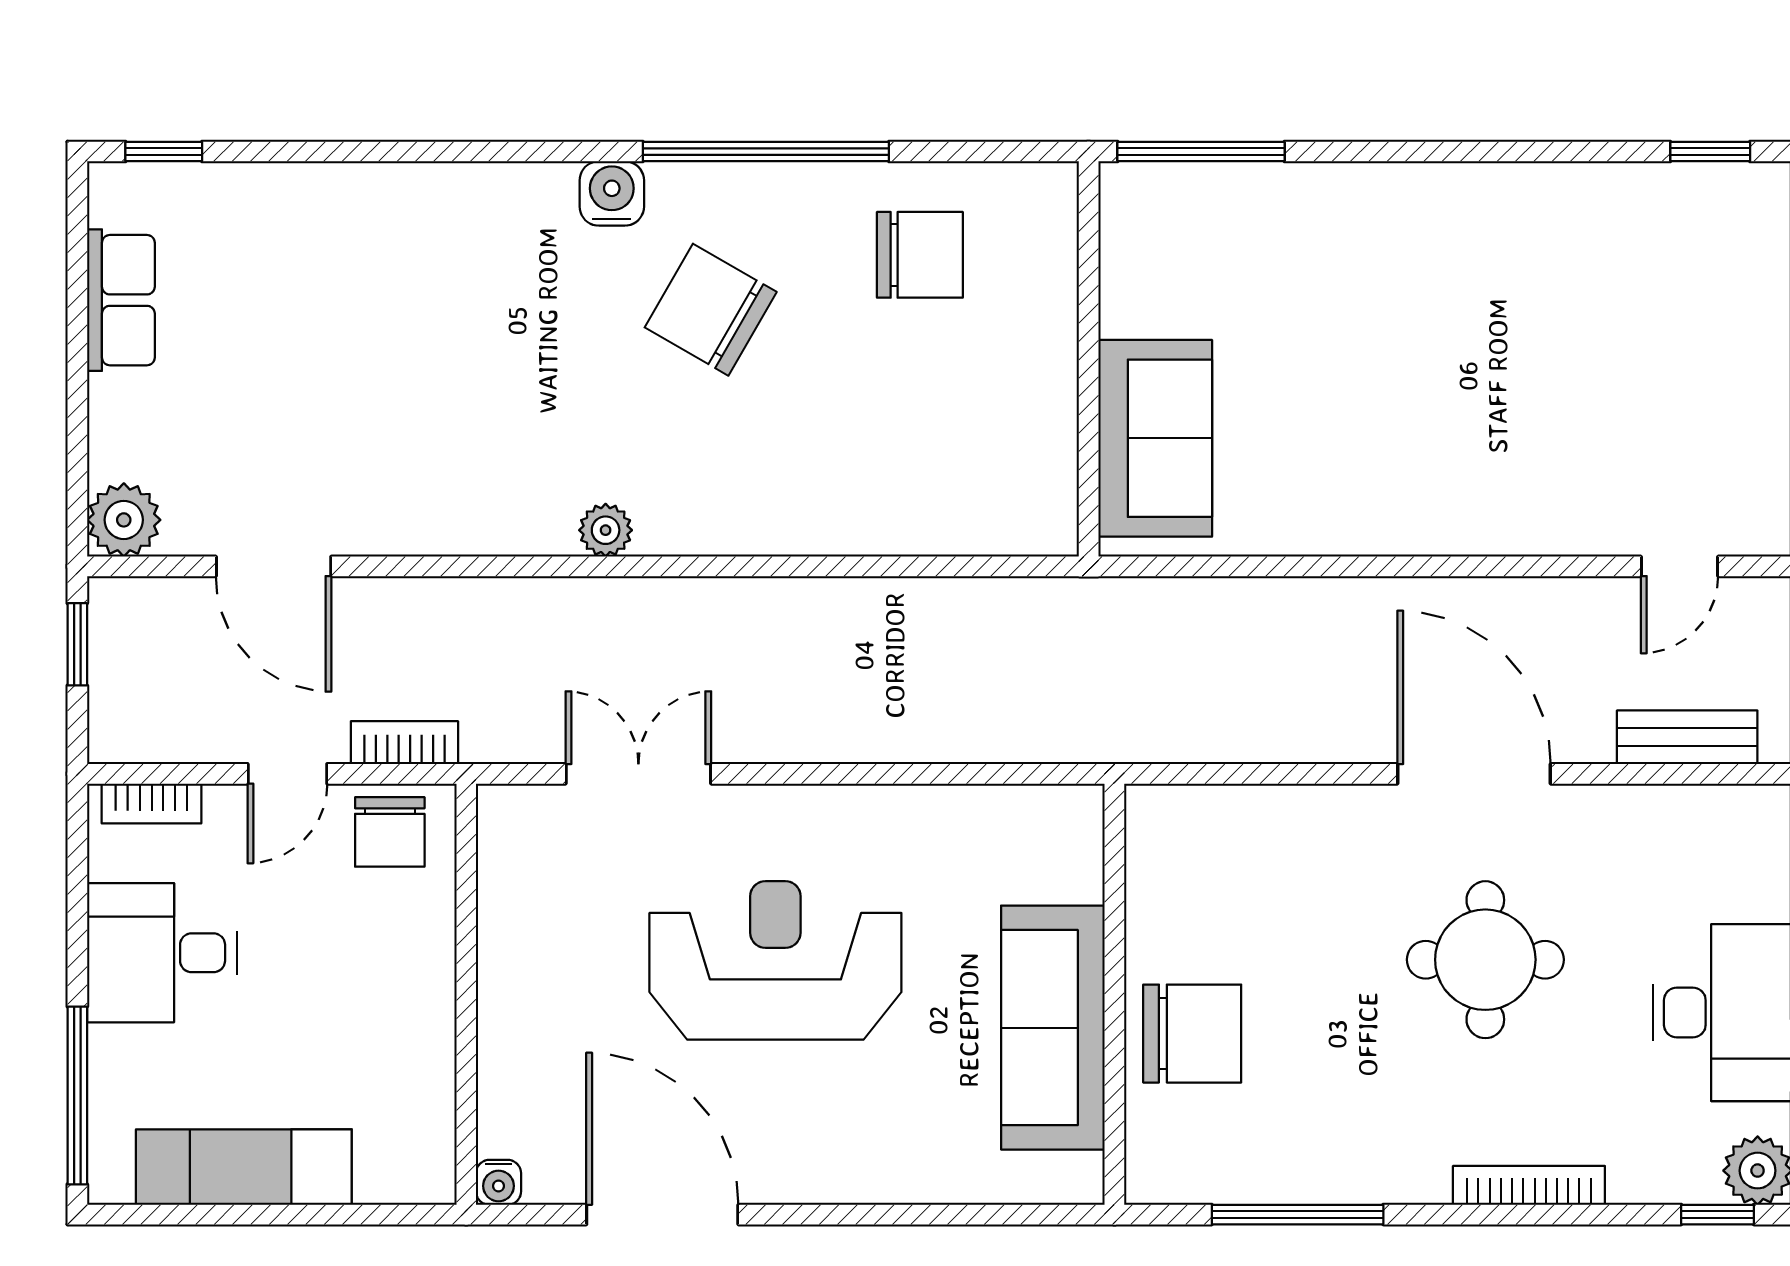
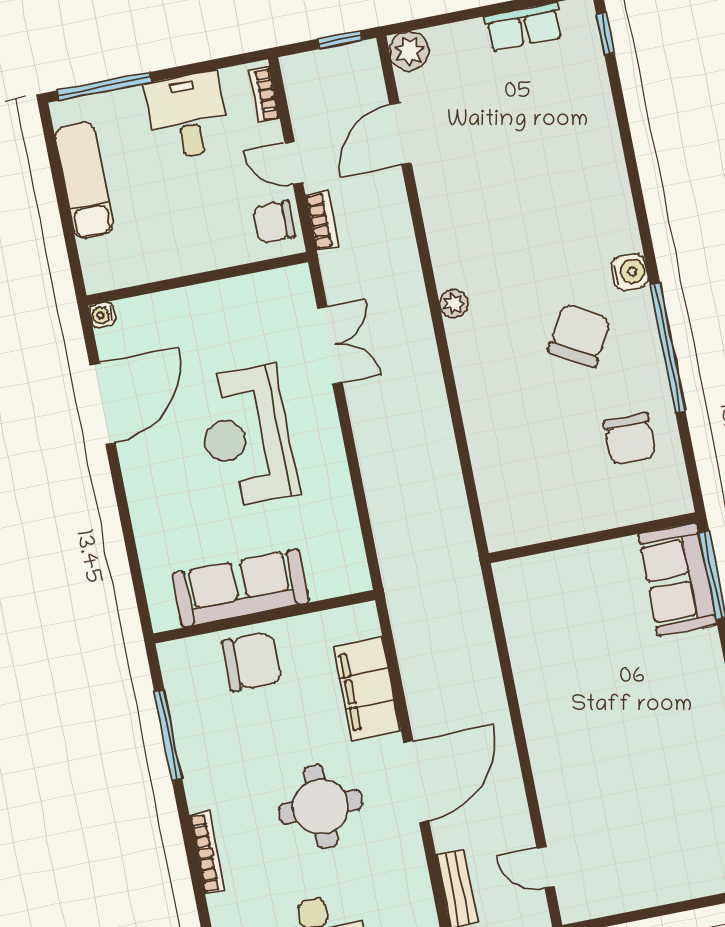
sofa: (1155, 438) -> (677, 579), moved, turned 90
filing cabinet: (1285, 831) -> (367, 689), added
reception desk: (775, 960) -> (247, 436), turned 180
chair: (1192, 1034) -> (252, 661), turned -90

